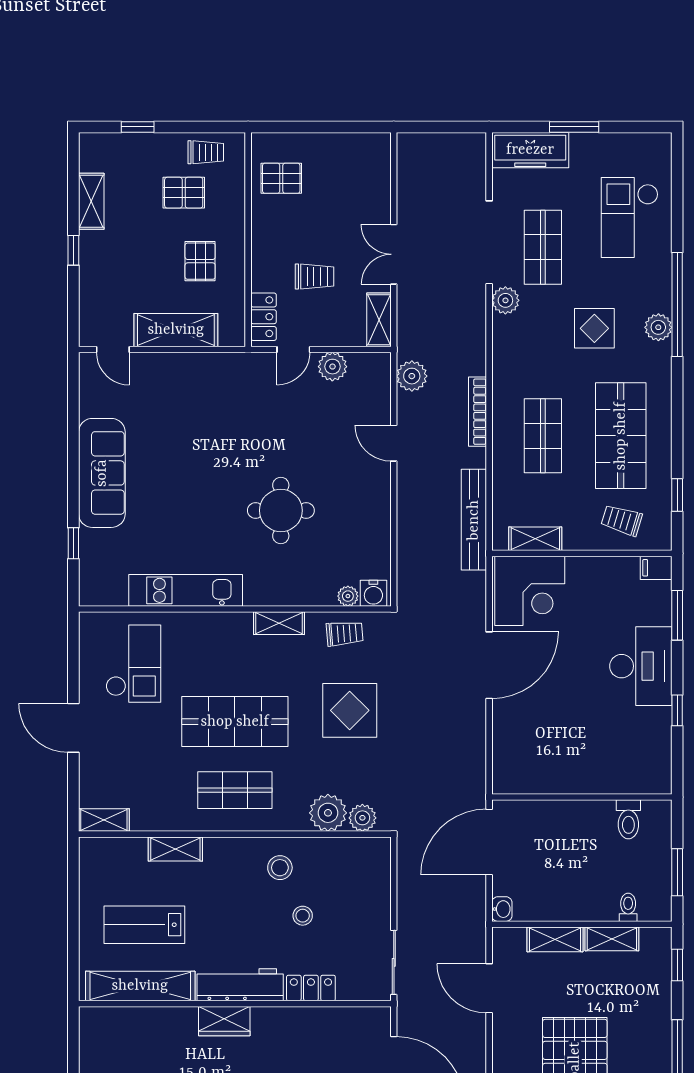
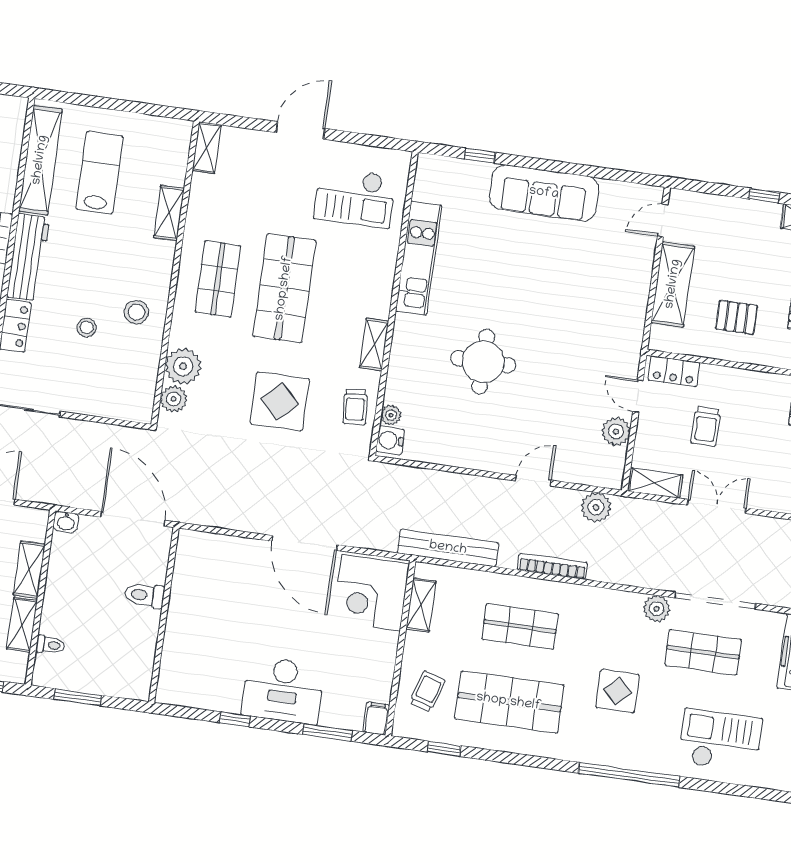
plant: (658, 327) -> (610, 753), removed
toilet: (628, 819) -> (144, 595), moved

